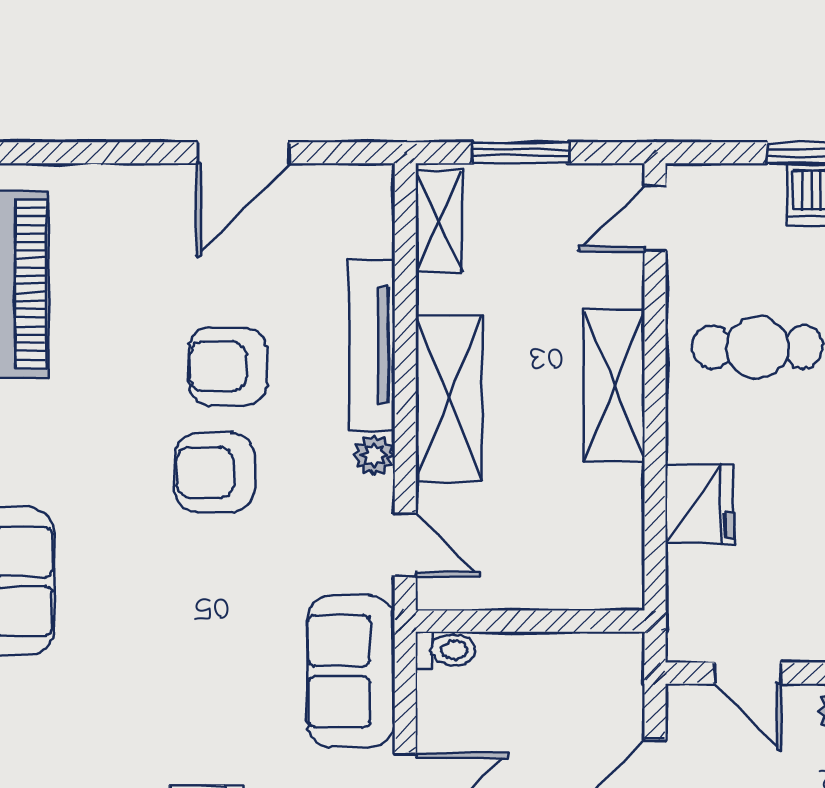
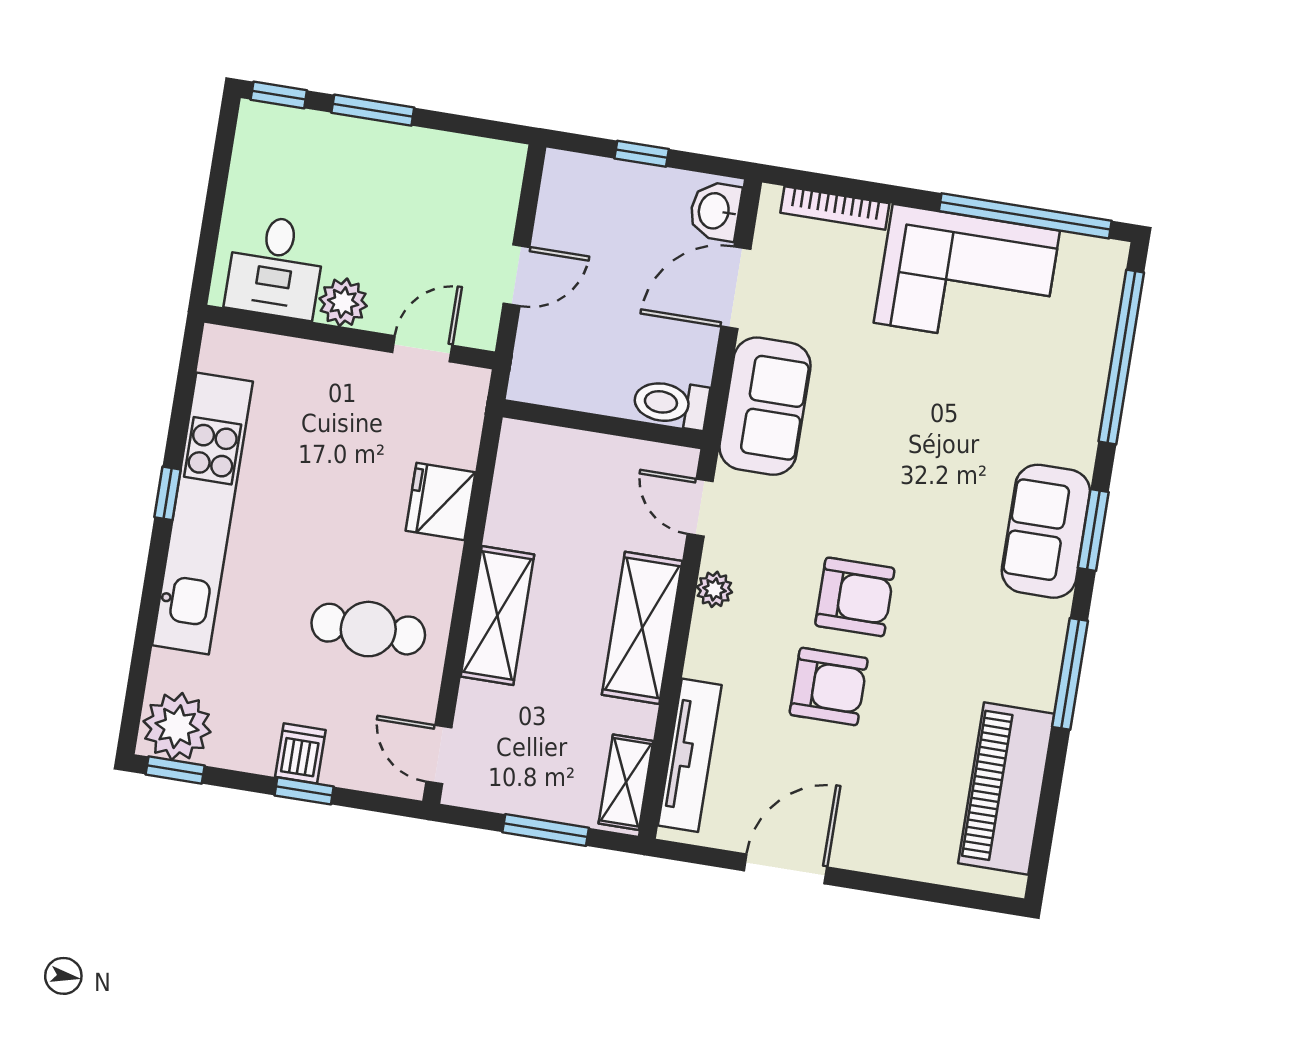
door: (655, 218) -> (439, 755), swing flipped
tv unit: (372, 345) -> (690, 755), moved
toilet: (446, 650) -> (671, 404), width x1.37, depth x1.39
door: (748, 673) -> (422, 349), hinge flipped

